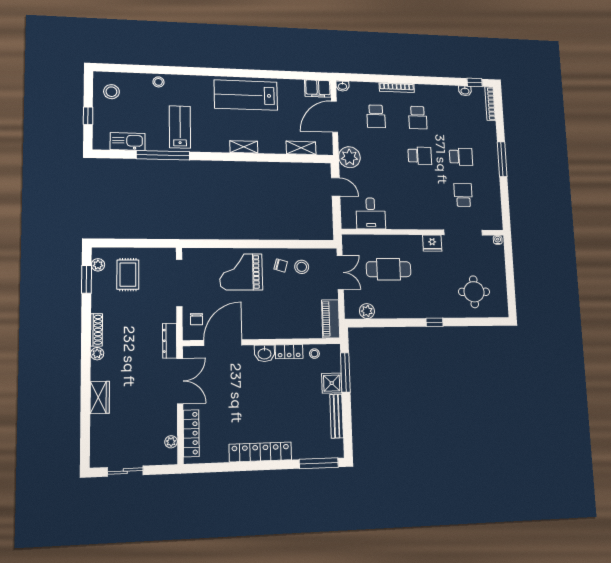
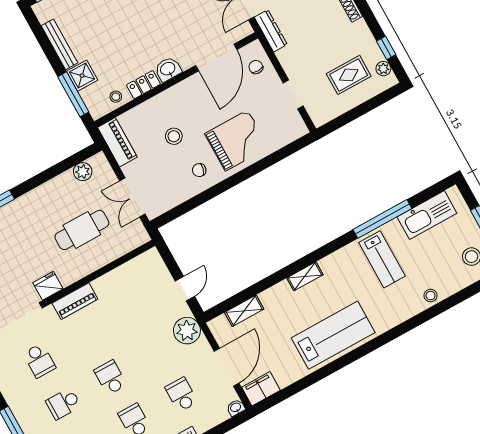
kitchen sink: (128, 142) -> (427, 215), width x1.36, depth x1.24
school desk: (420, 156) -> (110, 378), turned 90
door: (336, 187) -> (185, 289), swing flipped
desk: (371, 213) -> (132, 281), removed
piano: (418, 222) -> (75, 301), added
stool: (302, 267) -> (174, 136), moved
rug: (128, 275) -> (349, 75), turned 90
window: (87, 279) -> (386, 48), width x0.67
doorway: (179, 283) -> (293, 94), width x0.53

